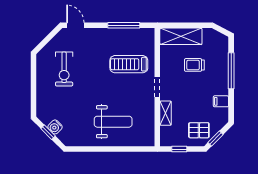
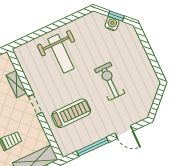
door: (75, 25) -> (124, 132), moved
exercise bike: (64, 69) -> (110, 81), moved
weight bench: (113, 122) -> (61, 54), turned -90

